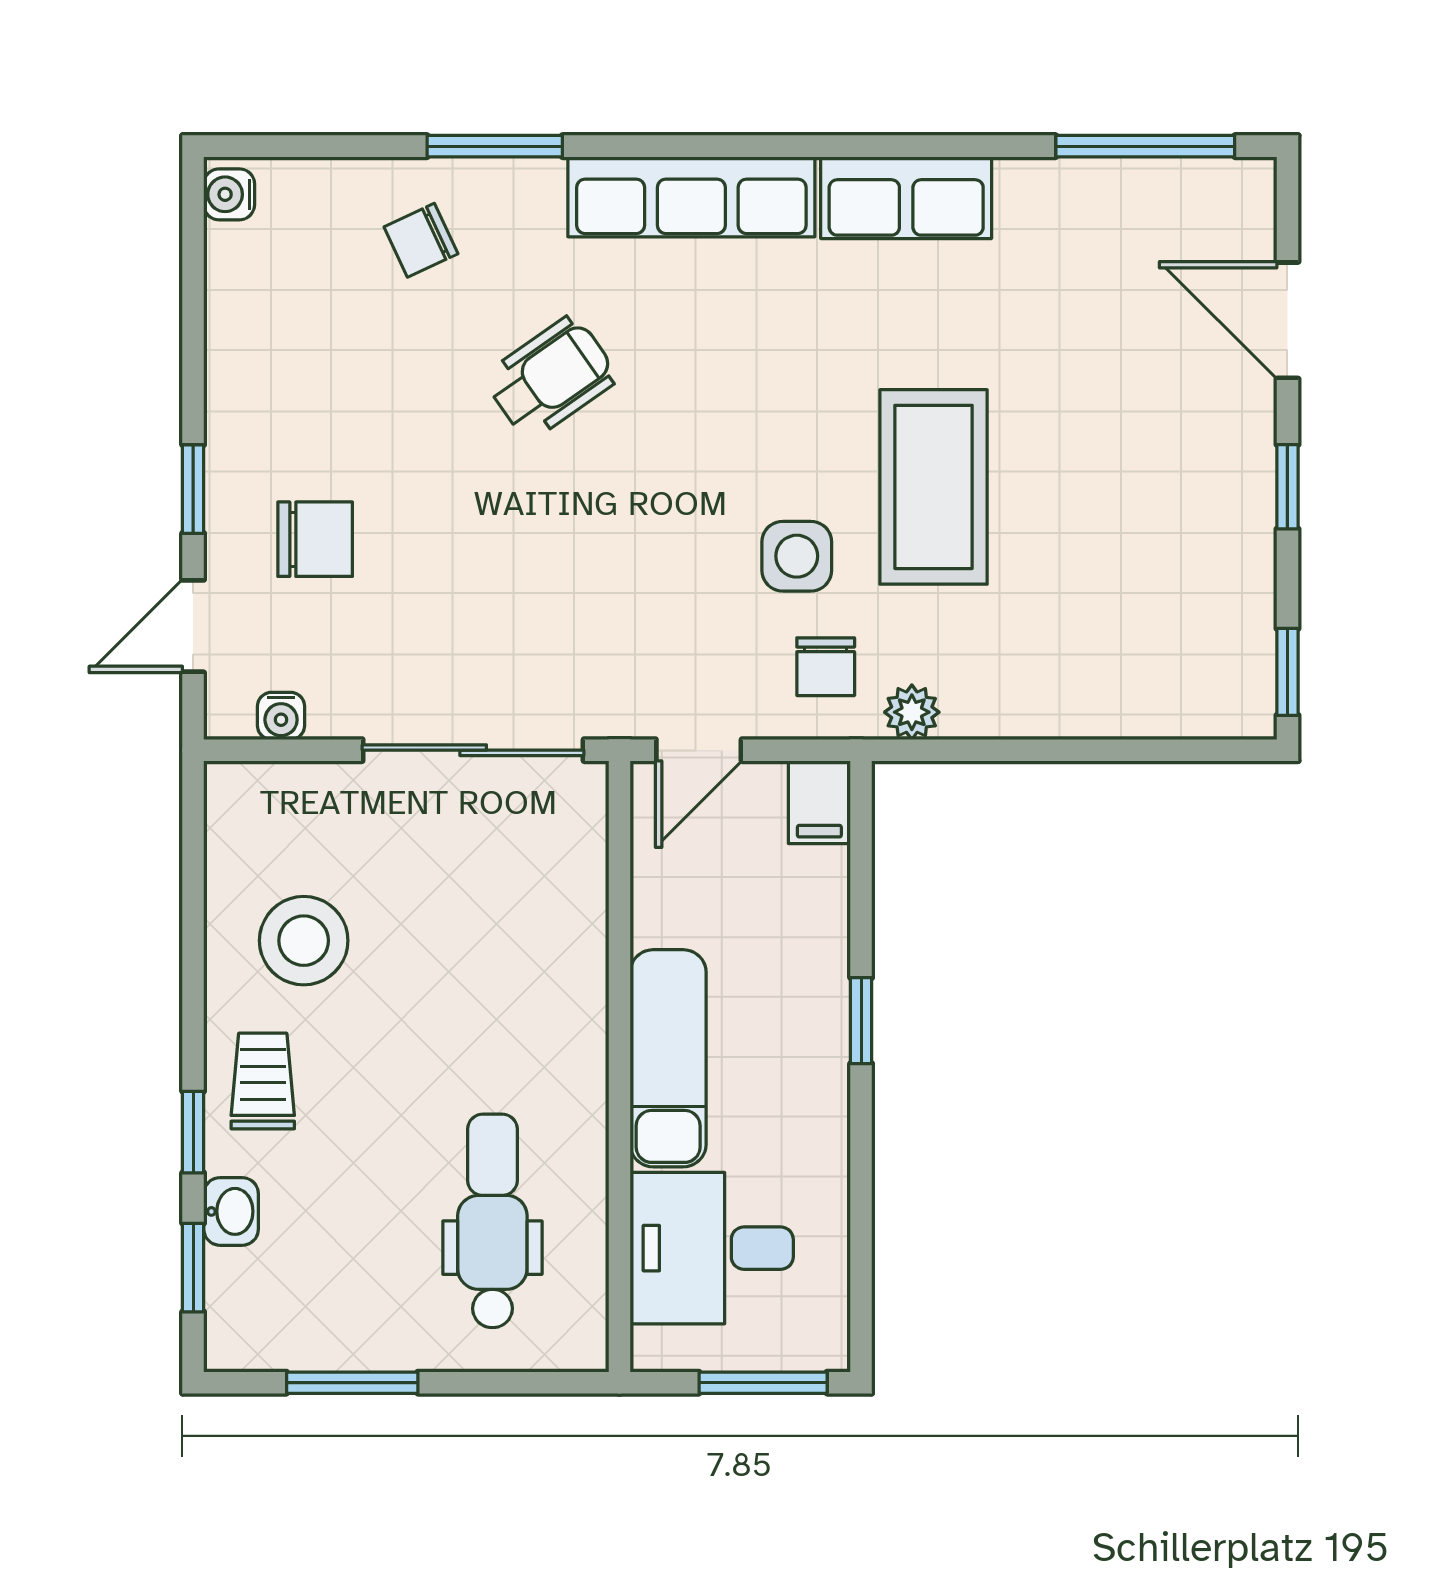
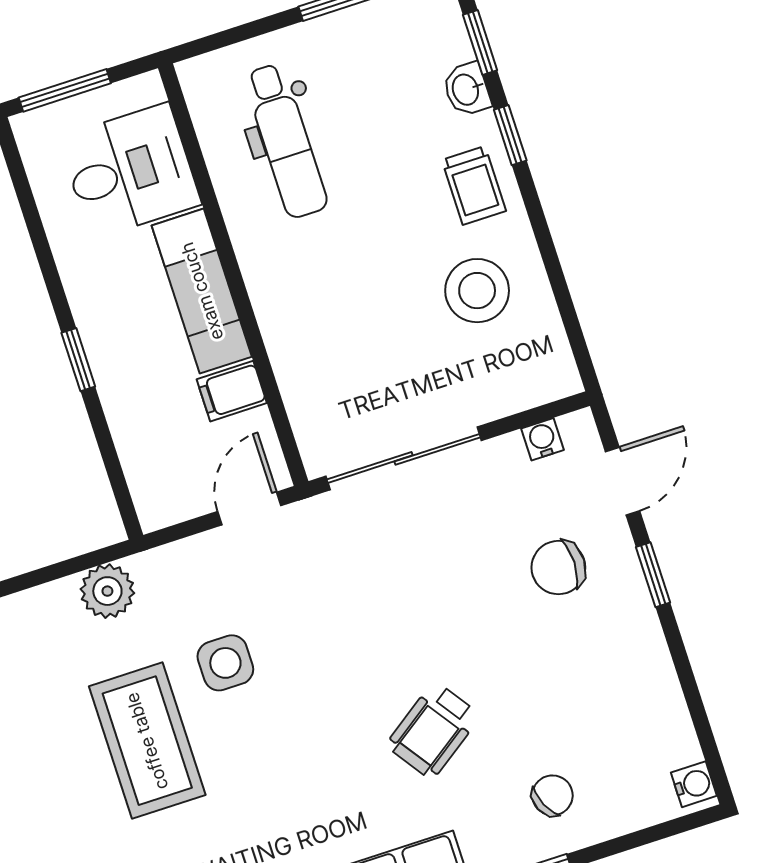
chair: (826, 667) -> (181, 594), removed
plant: (912, 712) -> (107, 591), width x1.38, depth x1.38
filing cabinet: (819, 802) -> (232, 391), moved, turned -90

